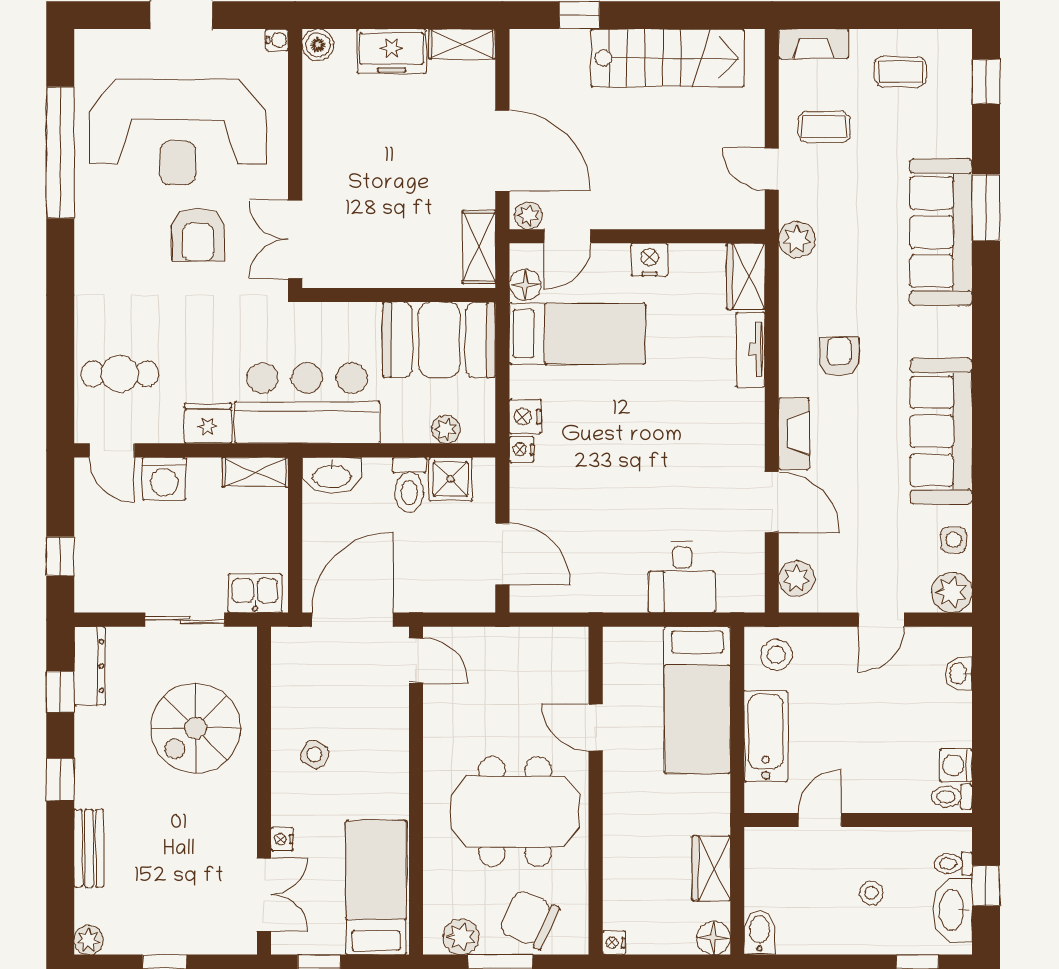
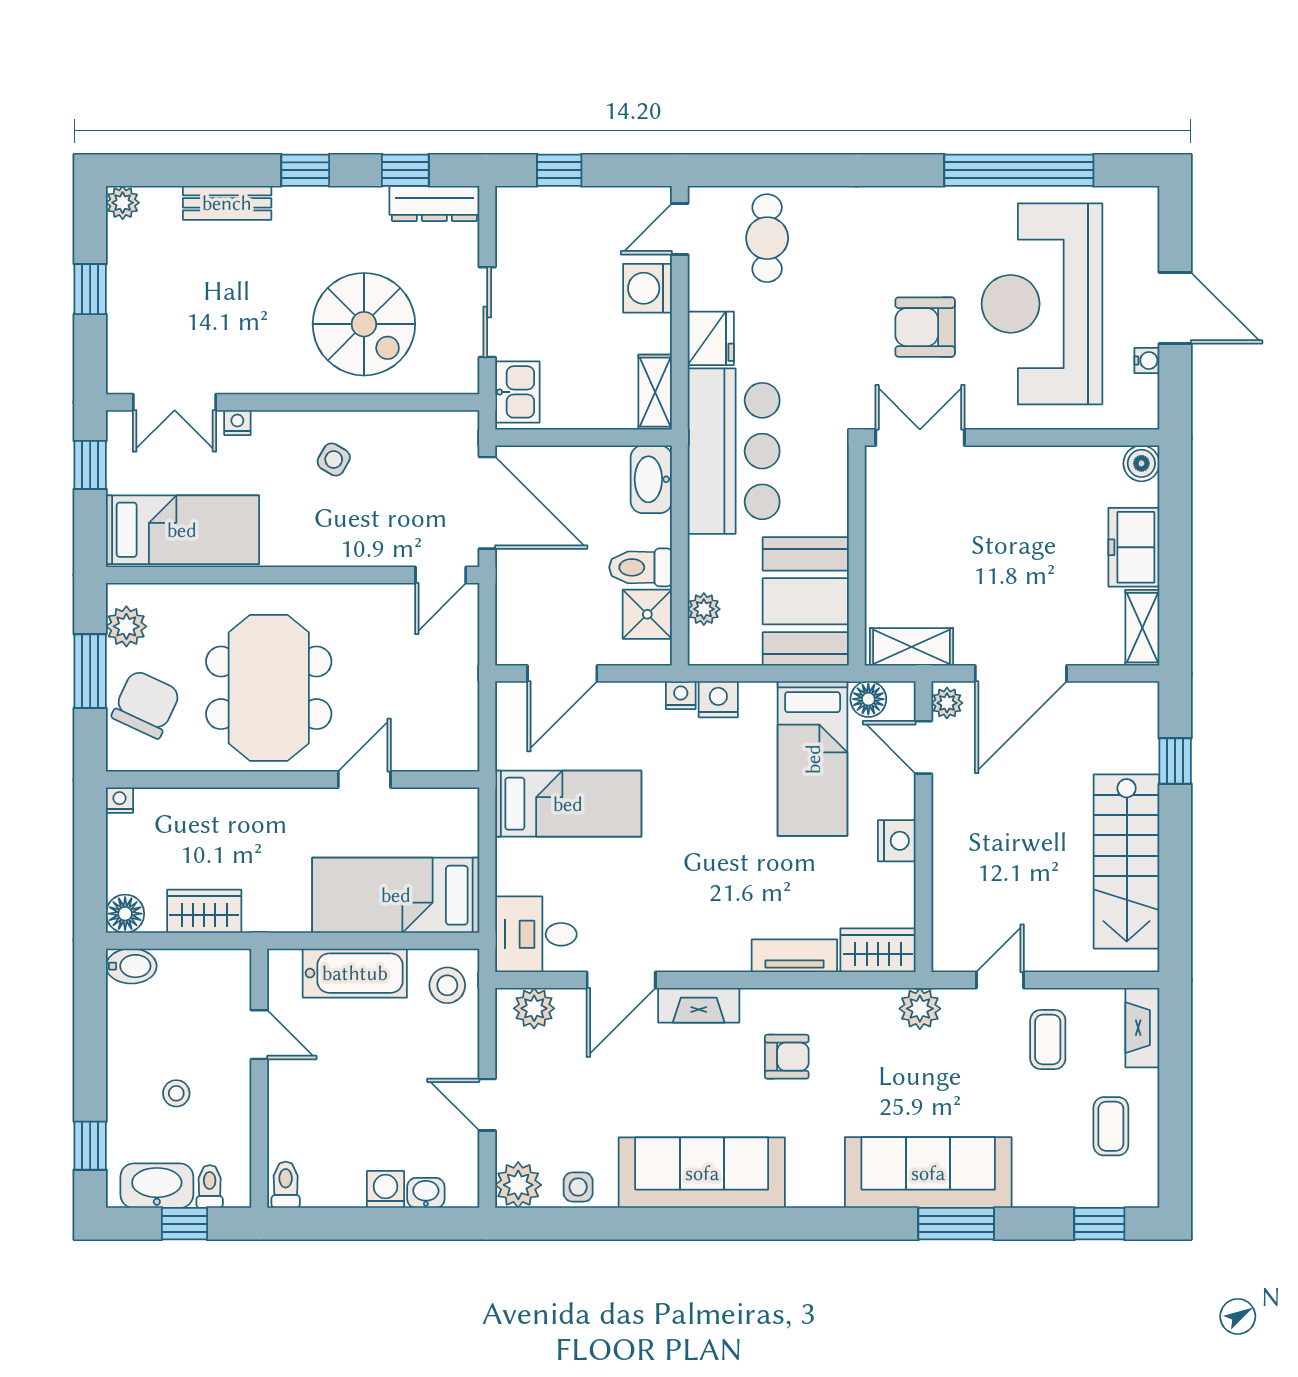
water cooler: (277, 40) -> (1147, 360), moved, turned -90
bed: (617, 548) -> (568, 804), added
desk: (682, 577) -> (536, 934), moved
spiral stairs: (196, 728) -> (364, 324), turned 180
washing machine: (956, 765) -> (385, 1189), moved

